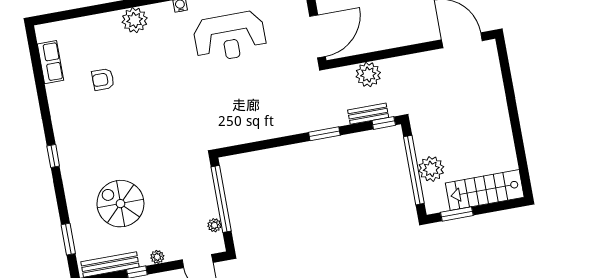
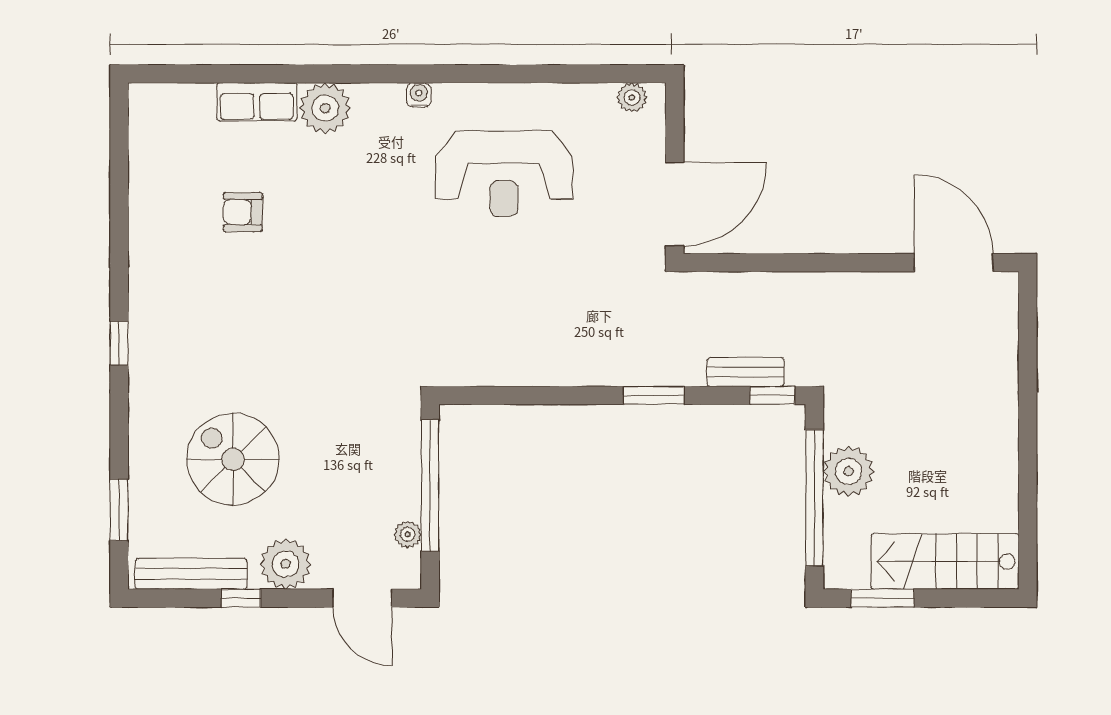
row of seats: (50, 62) -> (257, 102), moved, turned 90
plant: (368, 75) -> (759, 296), removed
plant: (431, 169) -> (848, 471), moved
plant: (157, 257) -> (286, 564), width x1.87, depth x1.87

